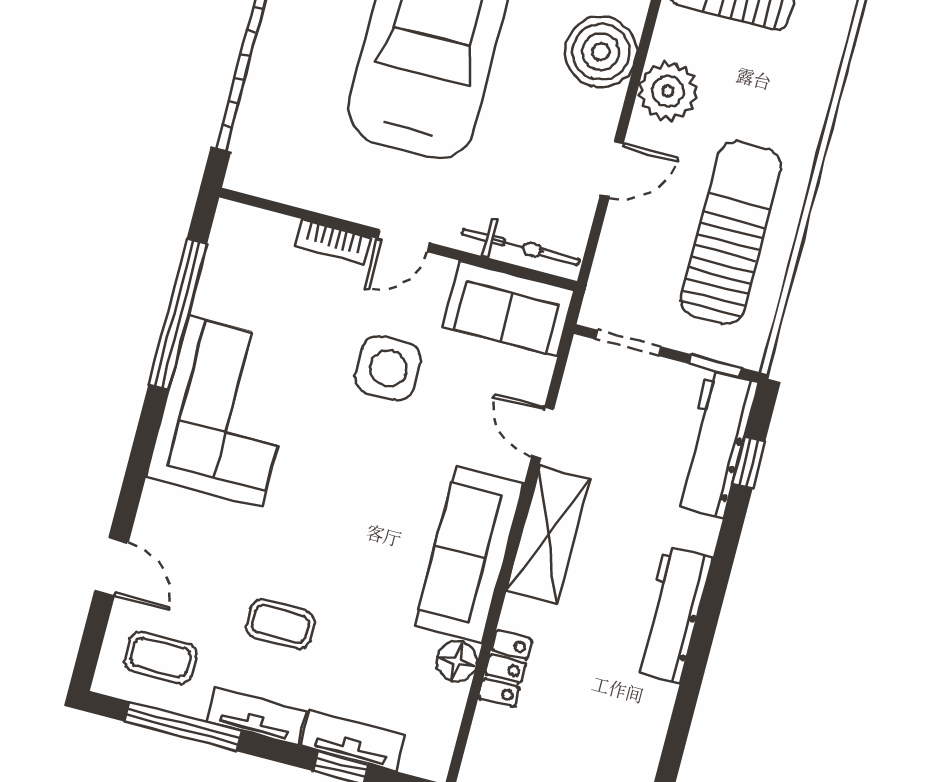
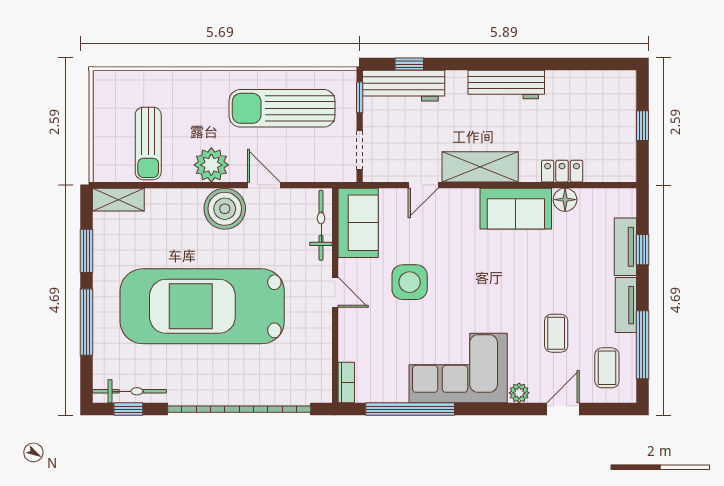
boiler: (601, 52) -> (225, 209), moved
bookcase: (333, 242) -> (346, 382), moved
plant: (157, 501) -> (519, 393), added
sofa: (469, 555) -> (516, 209), width x0.73
coffee table: (280, 624) -> (556, 333), moved

